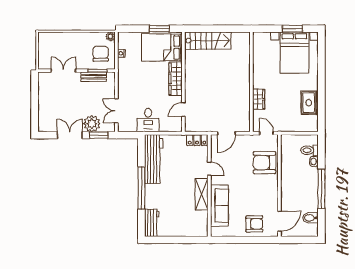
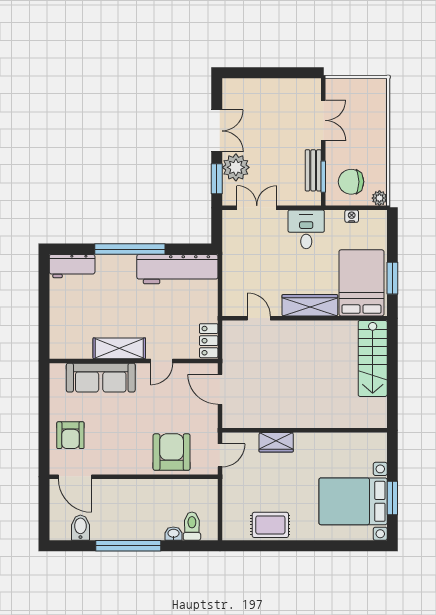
chair: (101, 54) -> (351, 182), turned 180
desk: (148, 120) -> (306, 229), moved, turned 90

